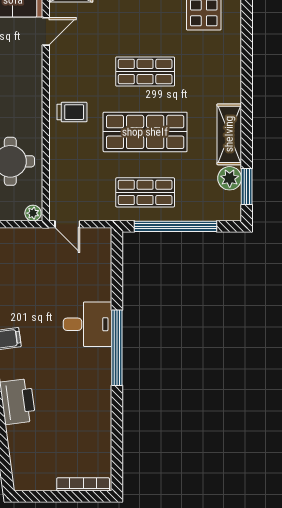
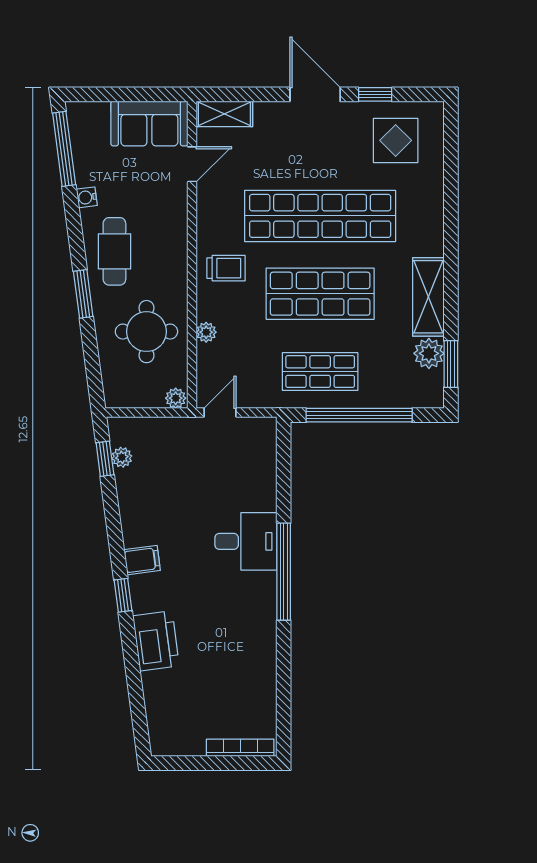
shop shelf: (145, 71) -> (320, 216), width x2.00, depth x1.36
plant: (57, 162) -> (206, 332), added
door: (67, 224) -> (220, 413), swing flipped

